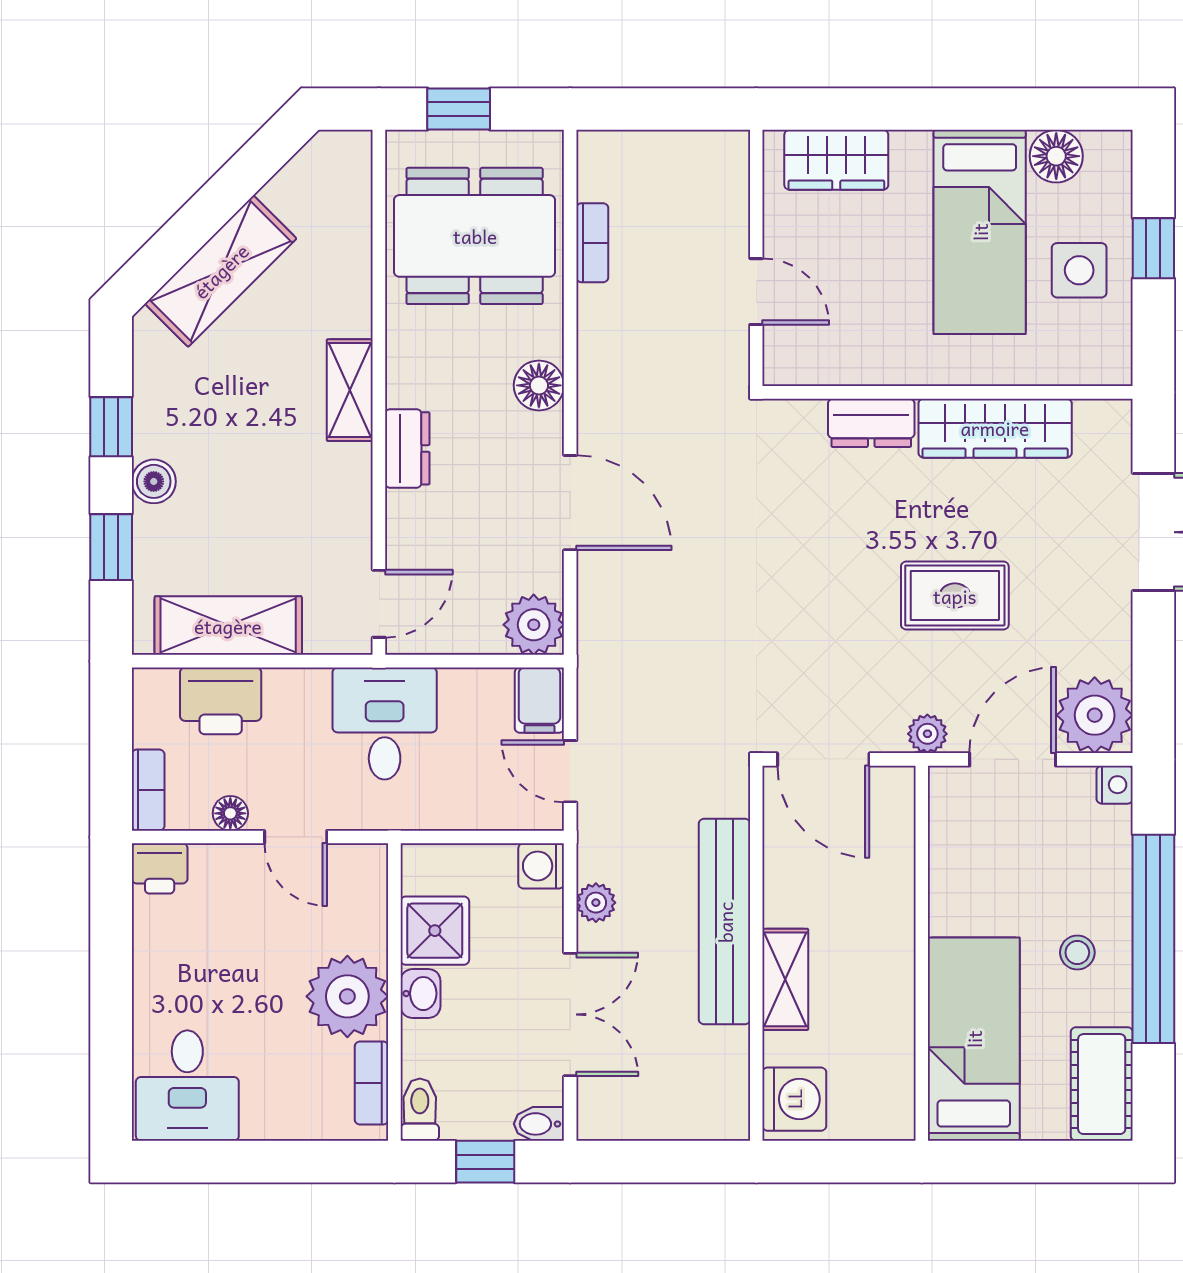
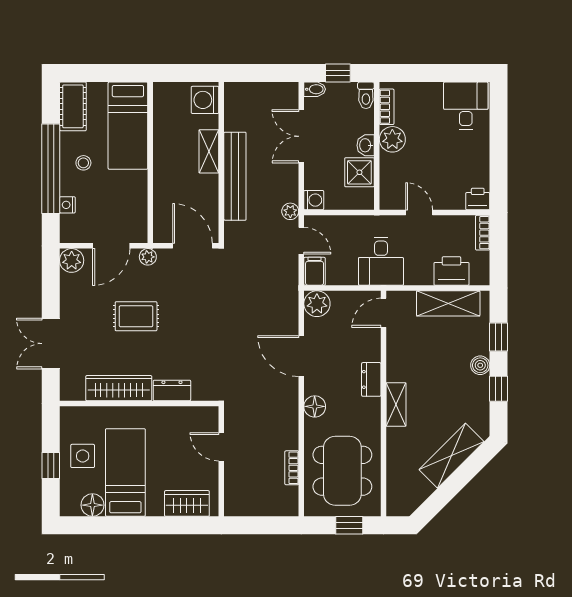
dining table: (475, 236) -> (342, 471), turned 90
plant: (1095, 715) -> (72, 260), width x0.73, depth x0.73
nightstand: (1115, 785) -> (67, 205), moved
floor lamp: (230, 813) -> (447, 223), removed
plant: (596, 903) -> (290, 211), moved
plant: (347, 996) -> (392, 139), width x0.73, depth x0.73

